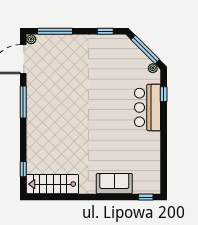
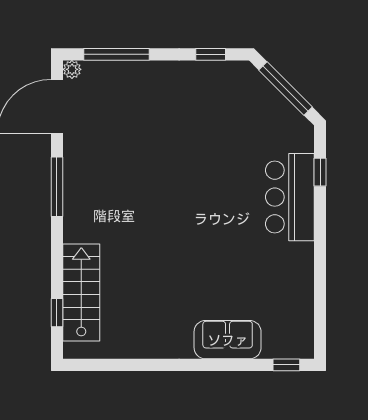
plant: (153, 68) -> (300, 124), removed
stairs: (52, 184) -> (81, 292), moved, turned 90

